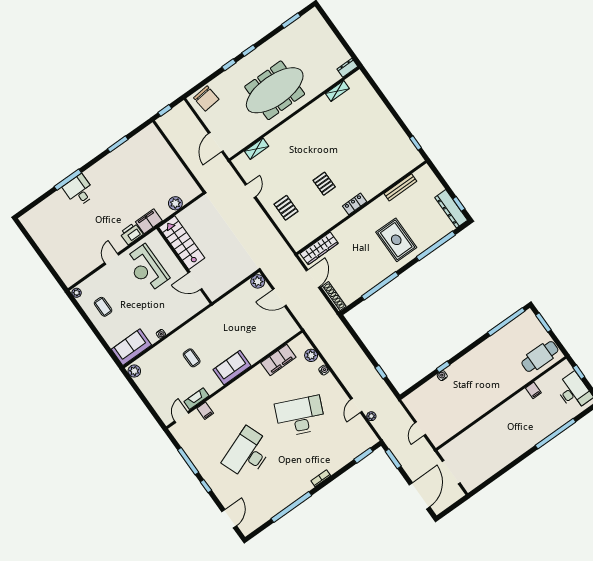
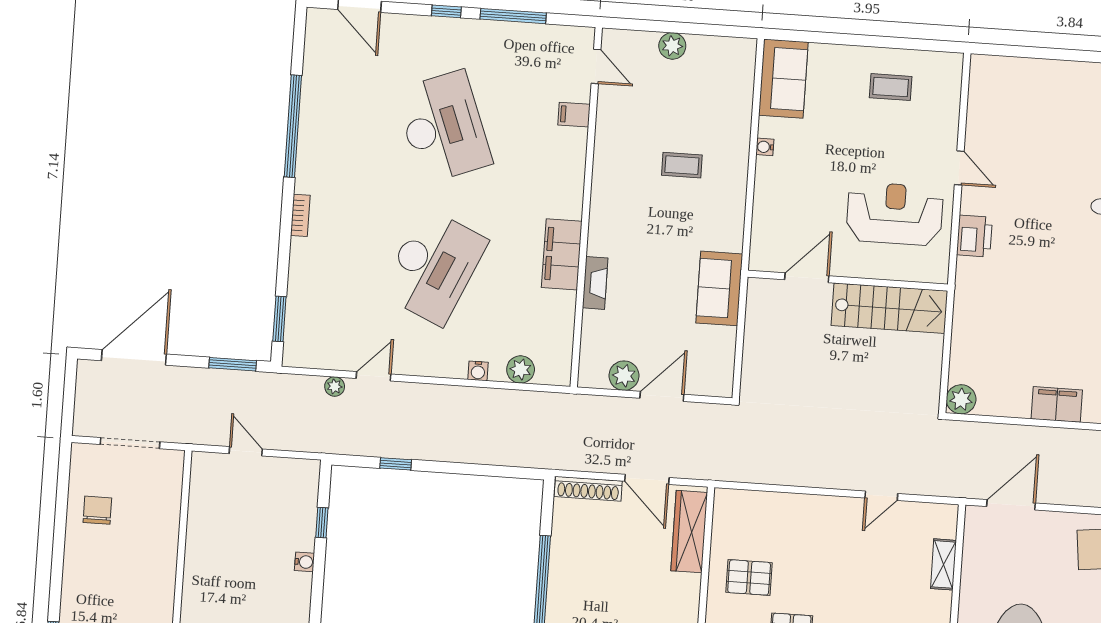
door: (216, 142) -> (1011, 505), hinge flipped
door: (250, 191) -> (881, 496), hinge flipped
plant: (175, 203) -> (961, 399), moved
pallet: (286, 208) -> (749, 577), moved
filing cabinet: (149, 221) -> (1057, 404), moved, turned -90
plant: (258, 281) -> (624, 376), moved
plant: (77, 293) -> (951, 62), removed
filing cabinet: (278, 360) -> (562, 254), moved
window: (443, 367) -> (322, 523), moved
sofa: (232, 368) -> (719, 288), moved, turned 180
plant: (134, 371) -> (672, 46), moved
fireplace: (196, 399) -> (595, 283), moved
door: (356, 405) -> (374, 376), hinge flipped
chair: (484, 464) -> (97, 510), added
door: (420, 496) -> (134, 357), swing flipped

